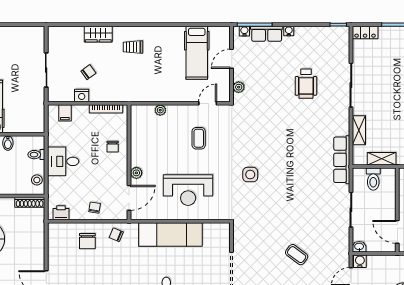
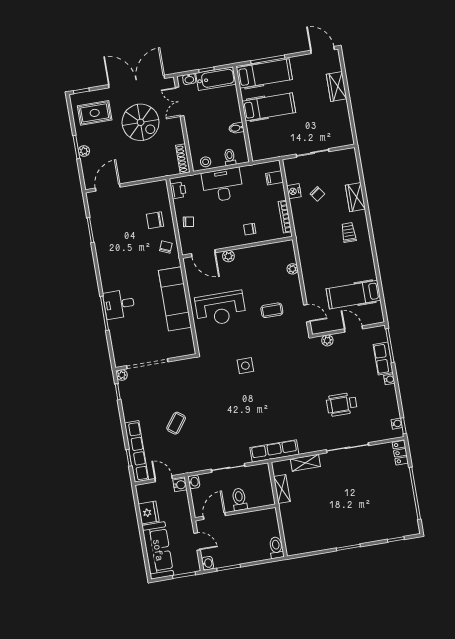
water cooler: (244, 31) -> (397, 424), moved
desk: (63, 161) -> (222, 185), width x1.37
toilet: (373, 179) -> (239, 499), moved, turned 90
reception desk: (188, 190) -> (220, 309), turned -90

